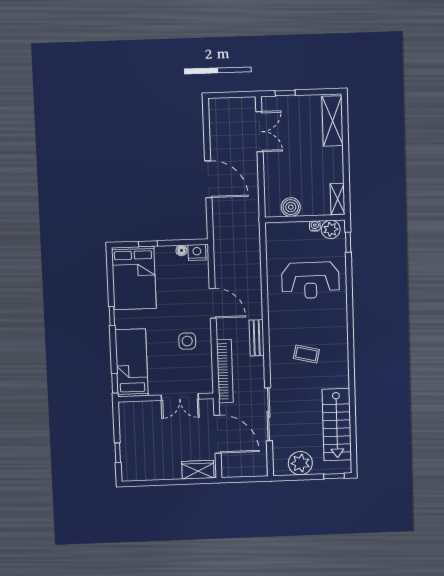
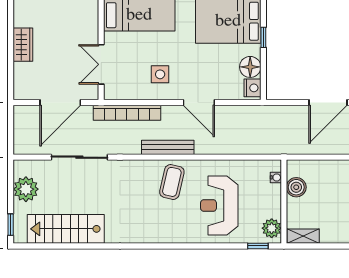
water cooler: (315, 226) -> (276, 177), moved
floor lamp: (181, 250) -> (250, 67), width x1.89, depth x1.89
door: (213, 303) -> (199, 103), hinge flipped
bench: (257, 338) -> (168, 147), width x1.36
coffee table: (306, 354) -> (172, 182), moved, width x1.36, depth x1.30
wardrobe: (198, 470) -> (23, 45), moved

